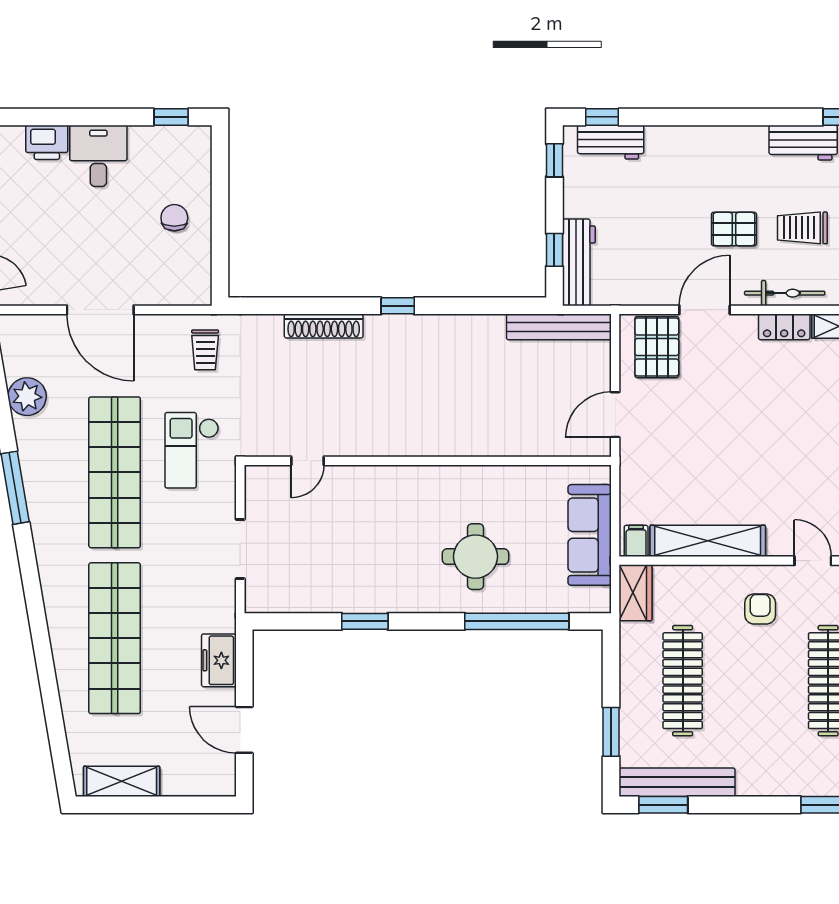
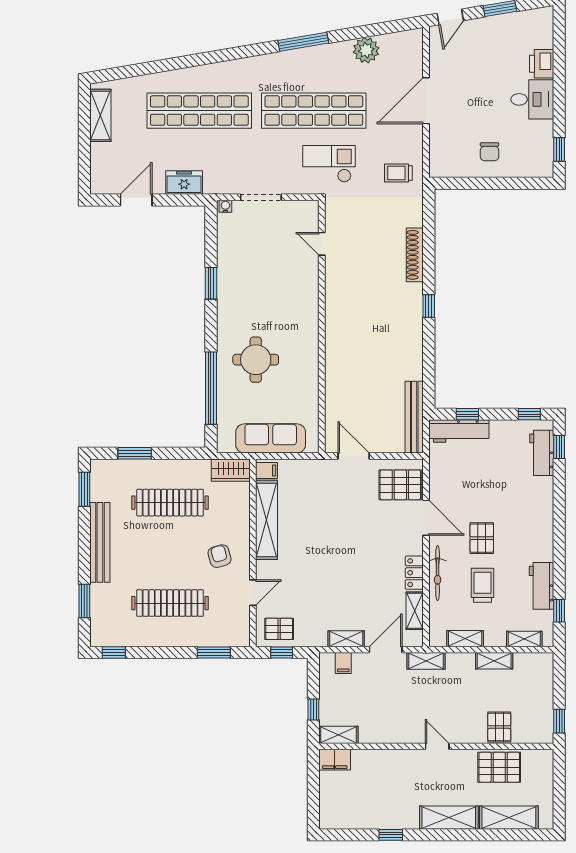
chair: (174, 218) -> (490, 152), turned 90
water cooler: (253, 600) -> (225, 206), added
armchair: (760, 609) -> (220, 556), turned -106
bench: (677, 782) -> (100, 542), moved

